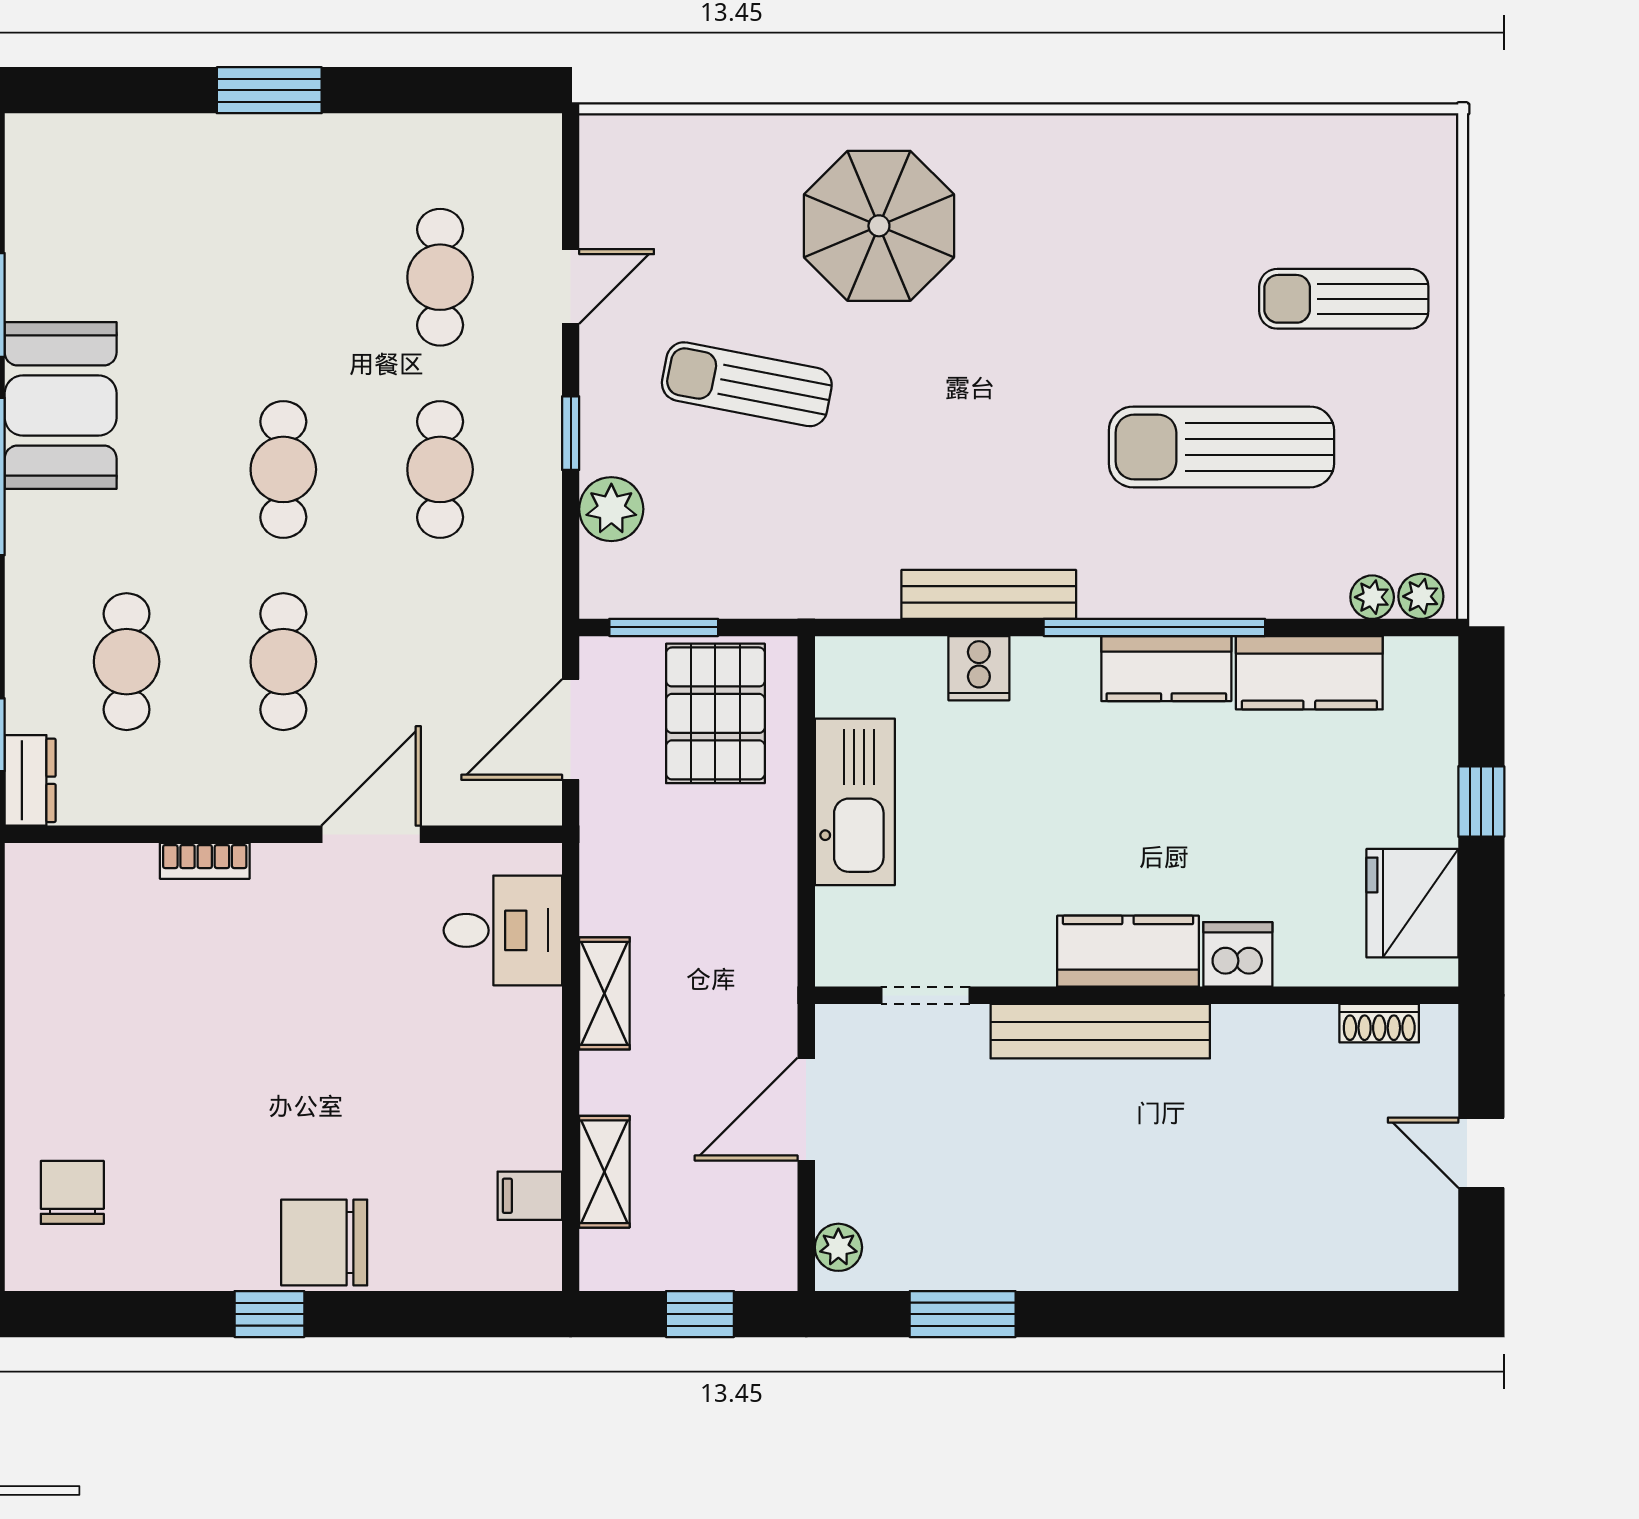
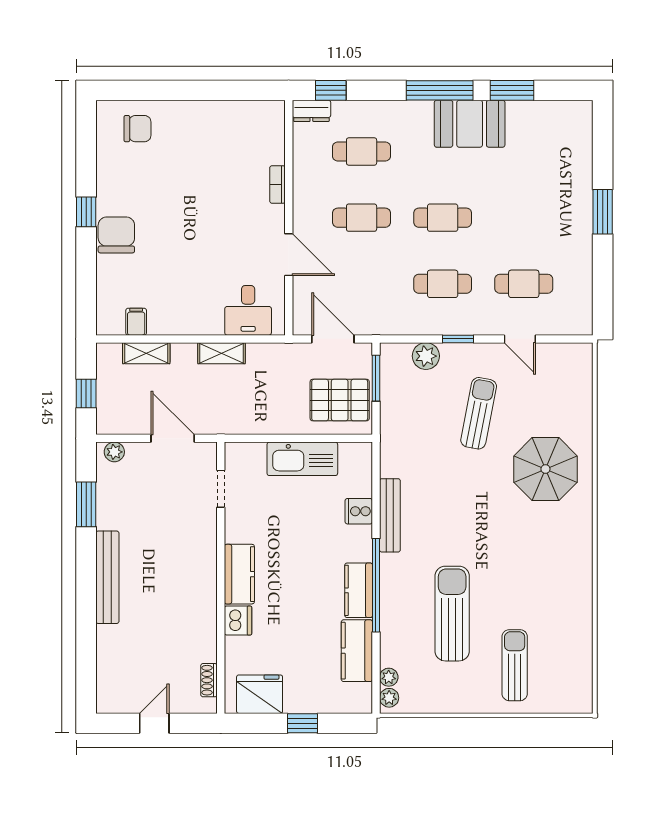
bench: (1100, 1031) -> (107, 577), moved

